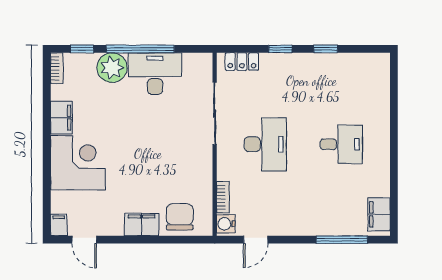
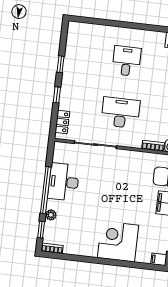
plant: (112, 68) -> (51, 215), width x0.53, depth x0.53
filing cabinet: (61, 118) -> (86, 249), removed

